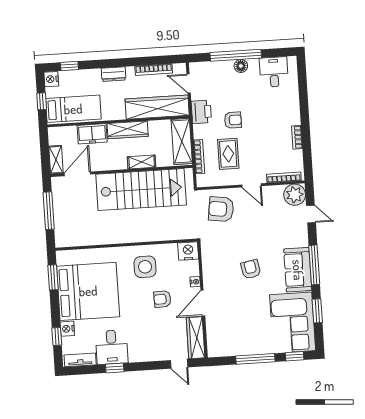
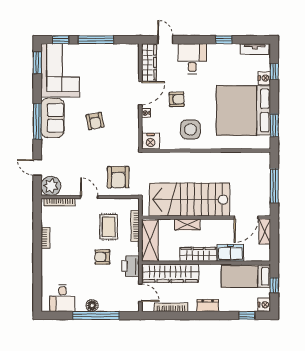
armchair: (221, 209) -> (118, 177), turned 82
window: (317, 311) -> (37, 63), moved
desk: (112, 347) -> (192, 59), moved

